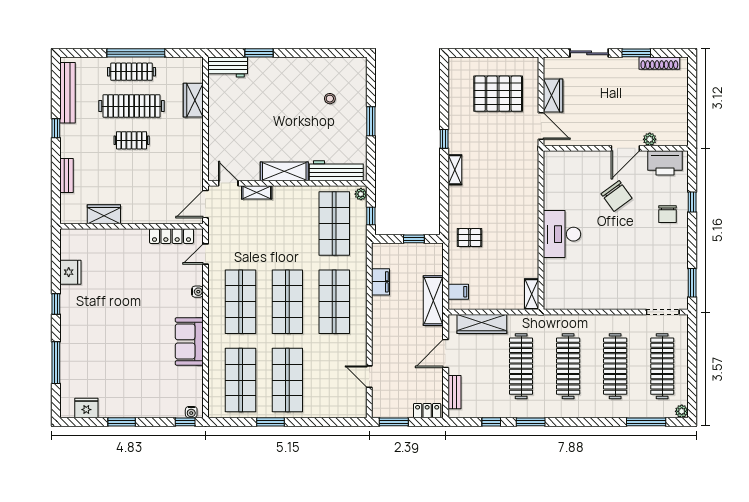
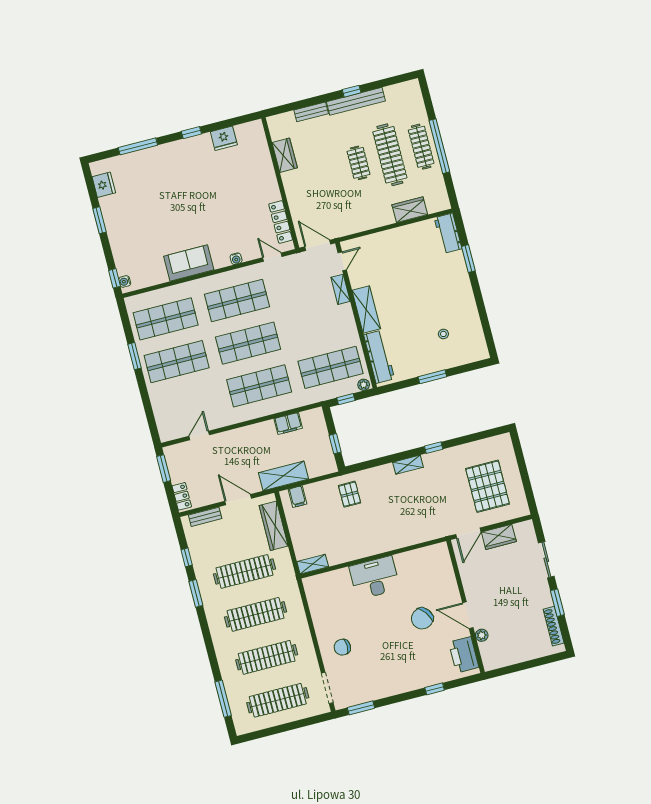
bench: (67, 93) -> (356, 101), moved
chair: (667, 214) -> (342, 647), moved
plant: (682, 411) -> (241, 729), removed

